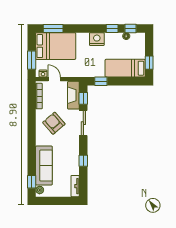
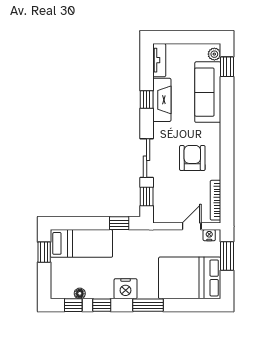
window: (53, 29) -> (148, 305), moved
door: (54, 79) -> (192, 226), swing flipped
fireplace: (73, 95) -> (162, 100), moved
armchair: (54, 123) -> (192, 158), turned -139

